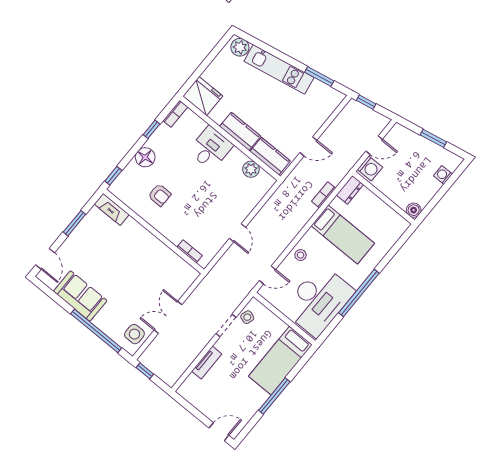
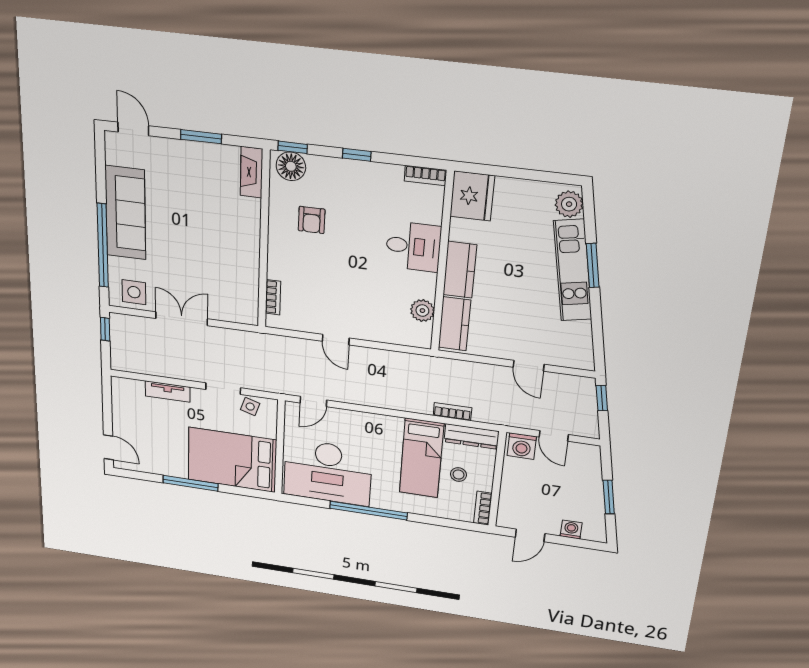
window: (319, 77) -> (593, 265), moved
window: (151, 129) -> (357, 155), moved
door: (308, 146) -> (529, 366), moved
floor lamp: (145, 157) -> (291, 166), moved
dresser: (350, 190) -> (472, 436), width x1.44
door: (433, 203) -> (530, 535), added
boiler: (414, 210) -> (506, 519), removed
bookcase: (398, 220) -> (483, 508), added
door: (237, 233) -> (336, 340), hinge flipped
stool: (301, 255) -> (458, 475), moved
door: (45, 259) -> (133, 129), swing flipped
door: (267, 275) -> (313, 402), hinge flipped
sofa: (80, 296) -> (125, 213), width x1.36
bed: (280, 361) -> (232, 460), width x1.50

